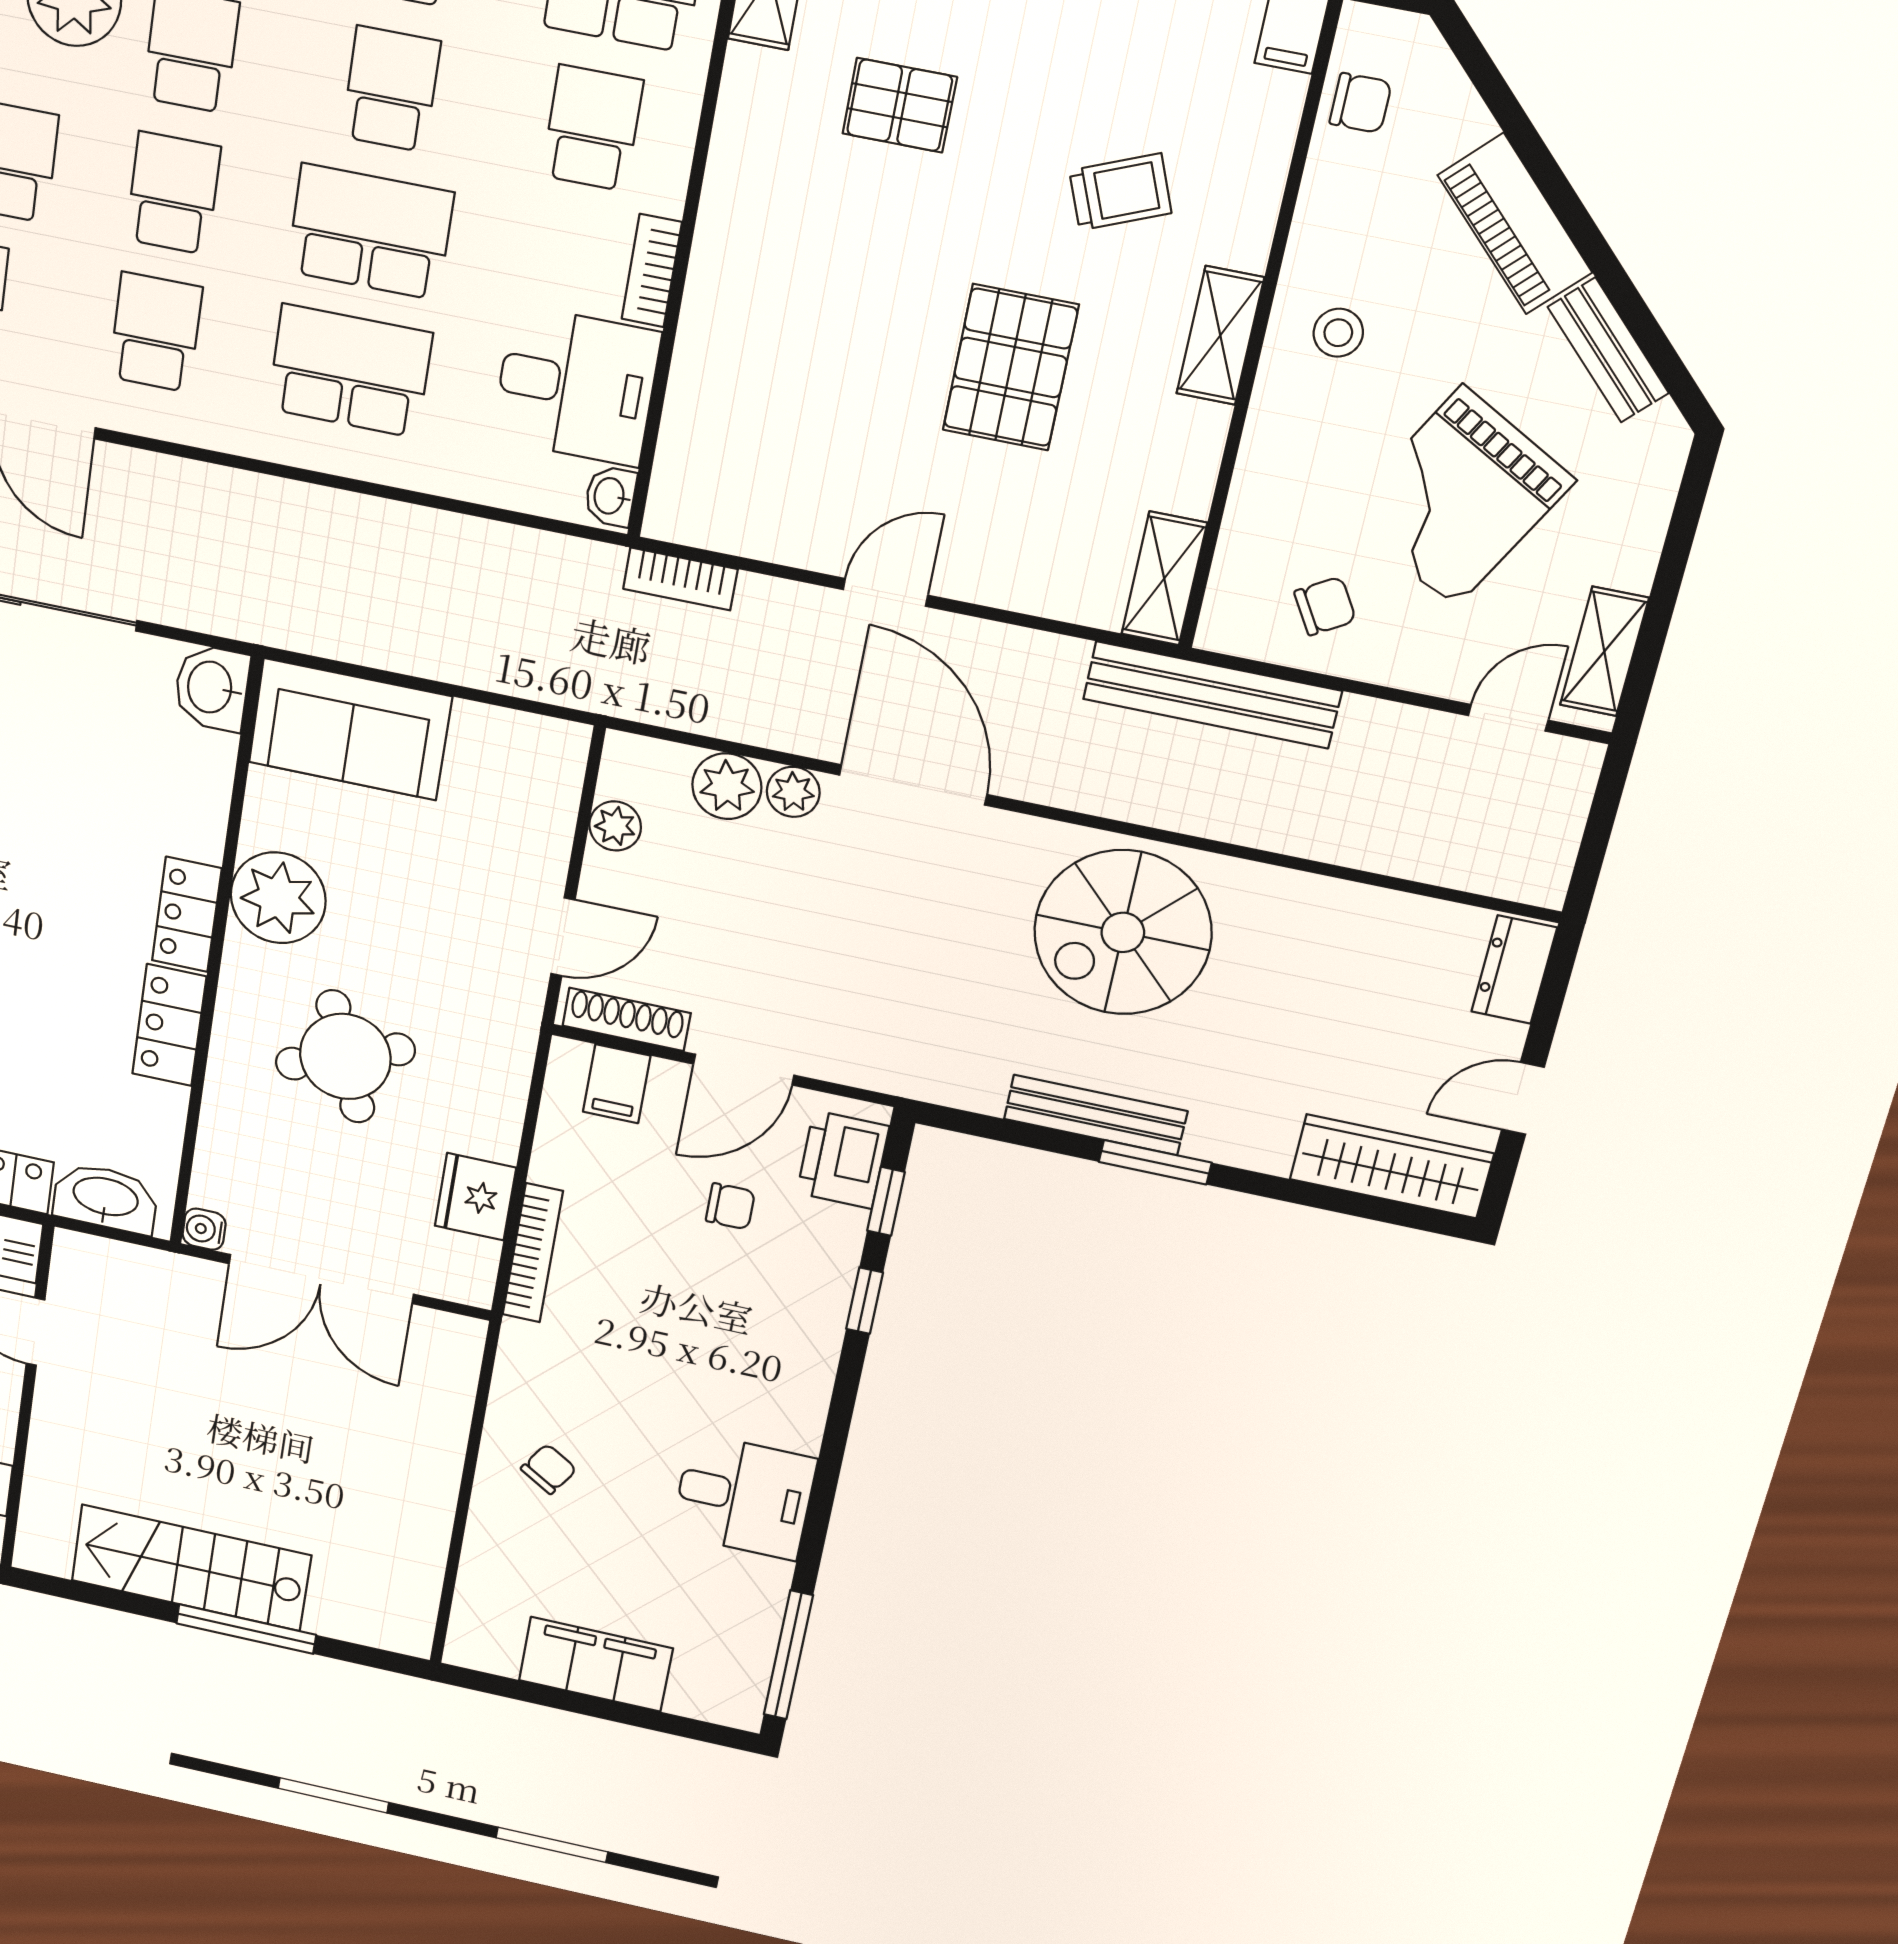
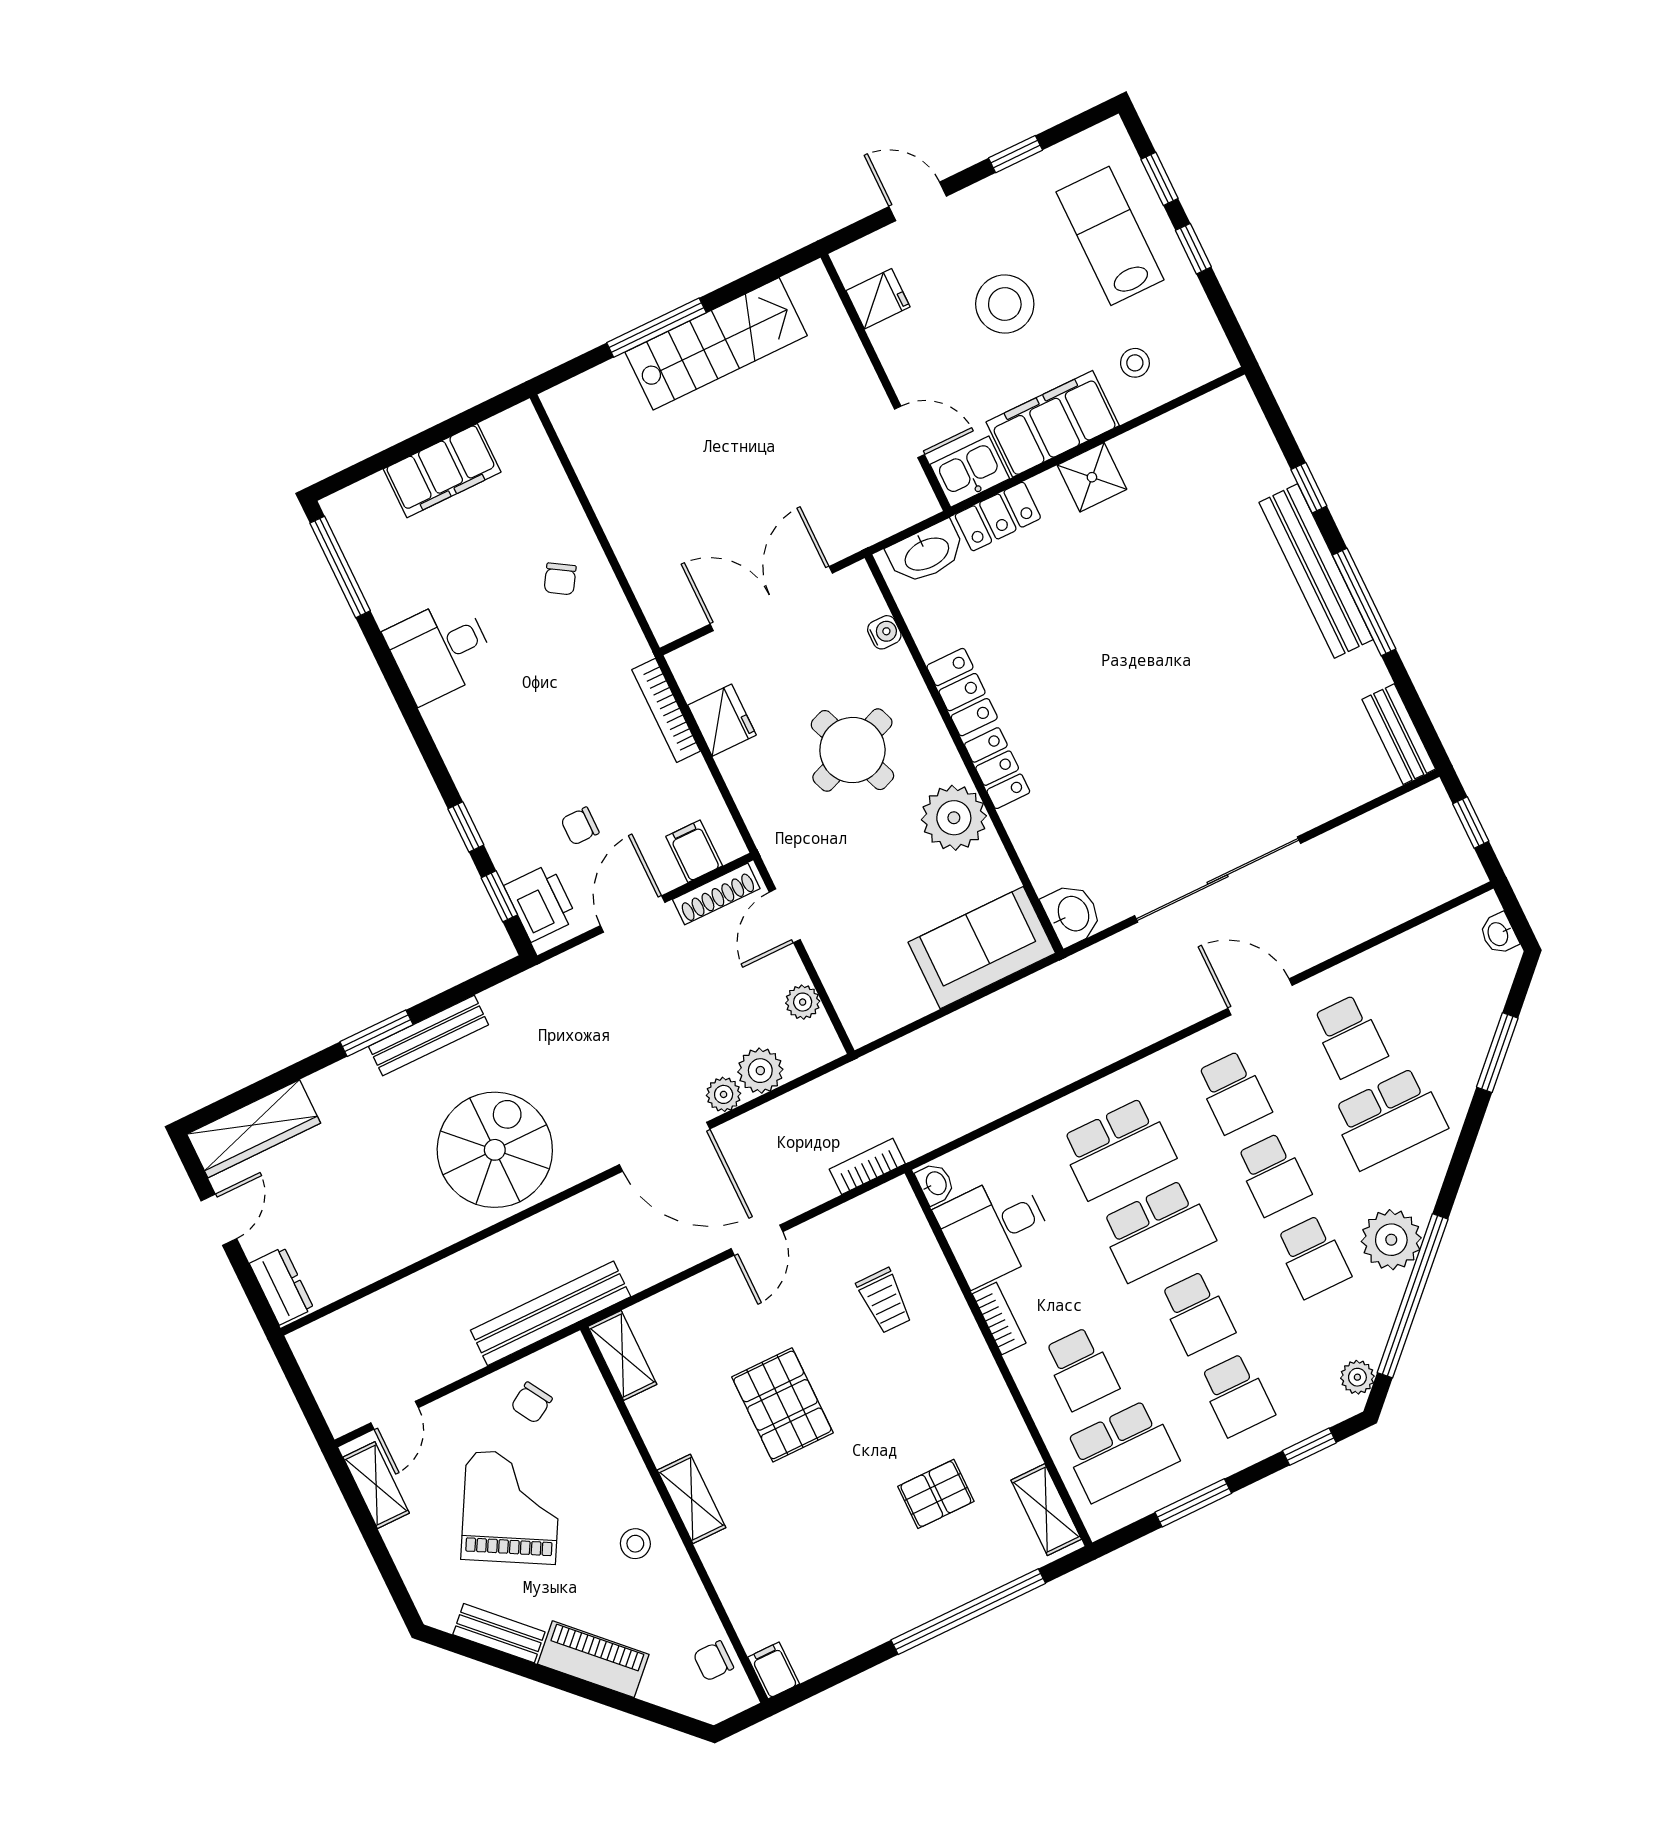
trolley: (1120, 192) -> (884, 1301), moved, turned -68
water cooler: (204, 1229) -> (884, 632), moved

